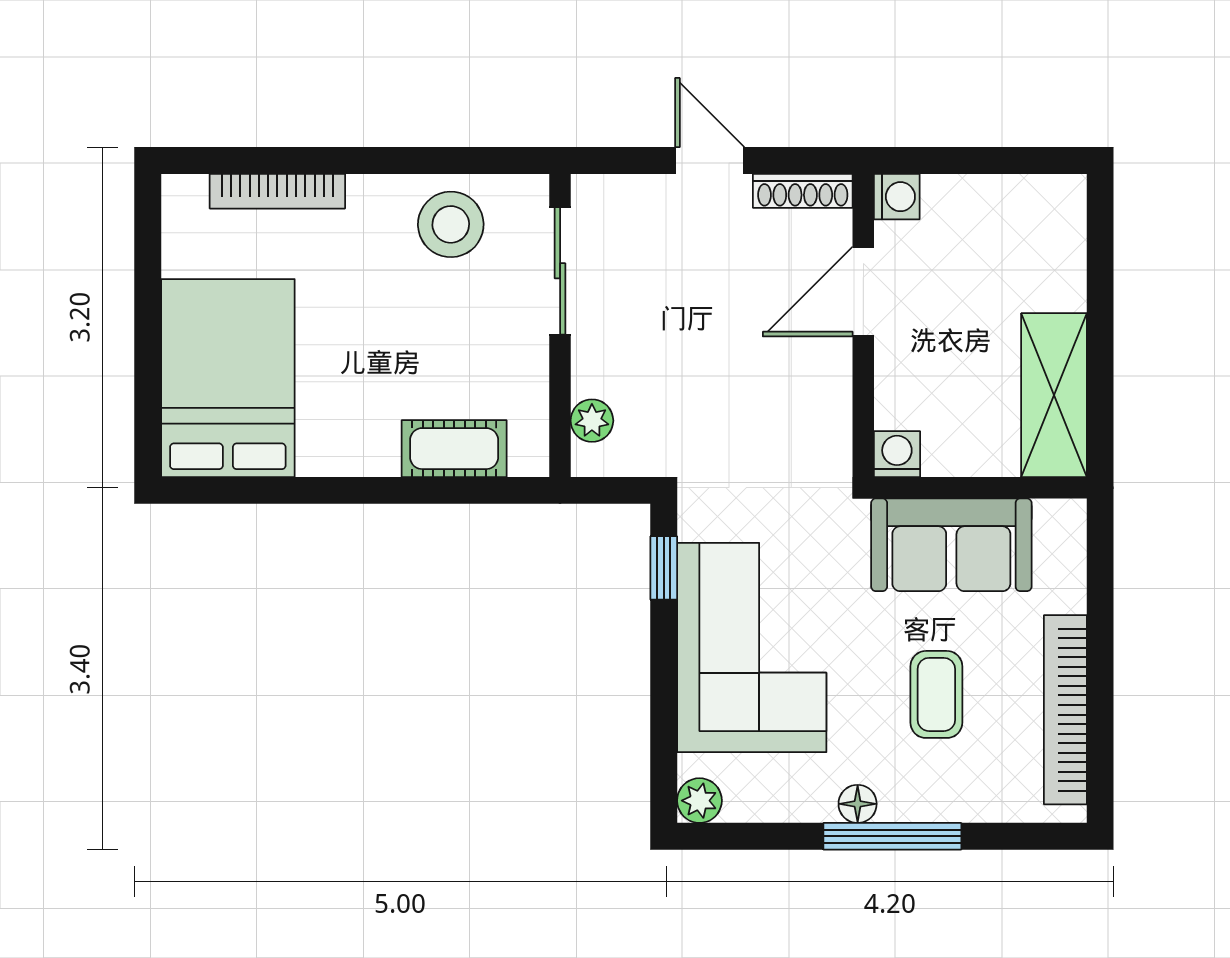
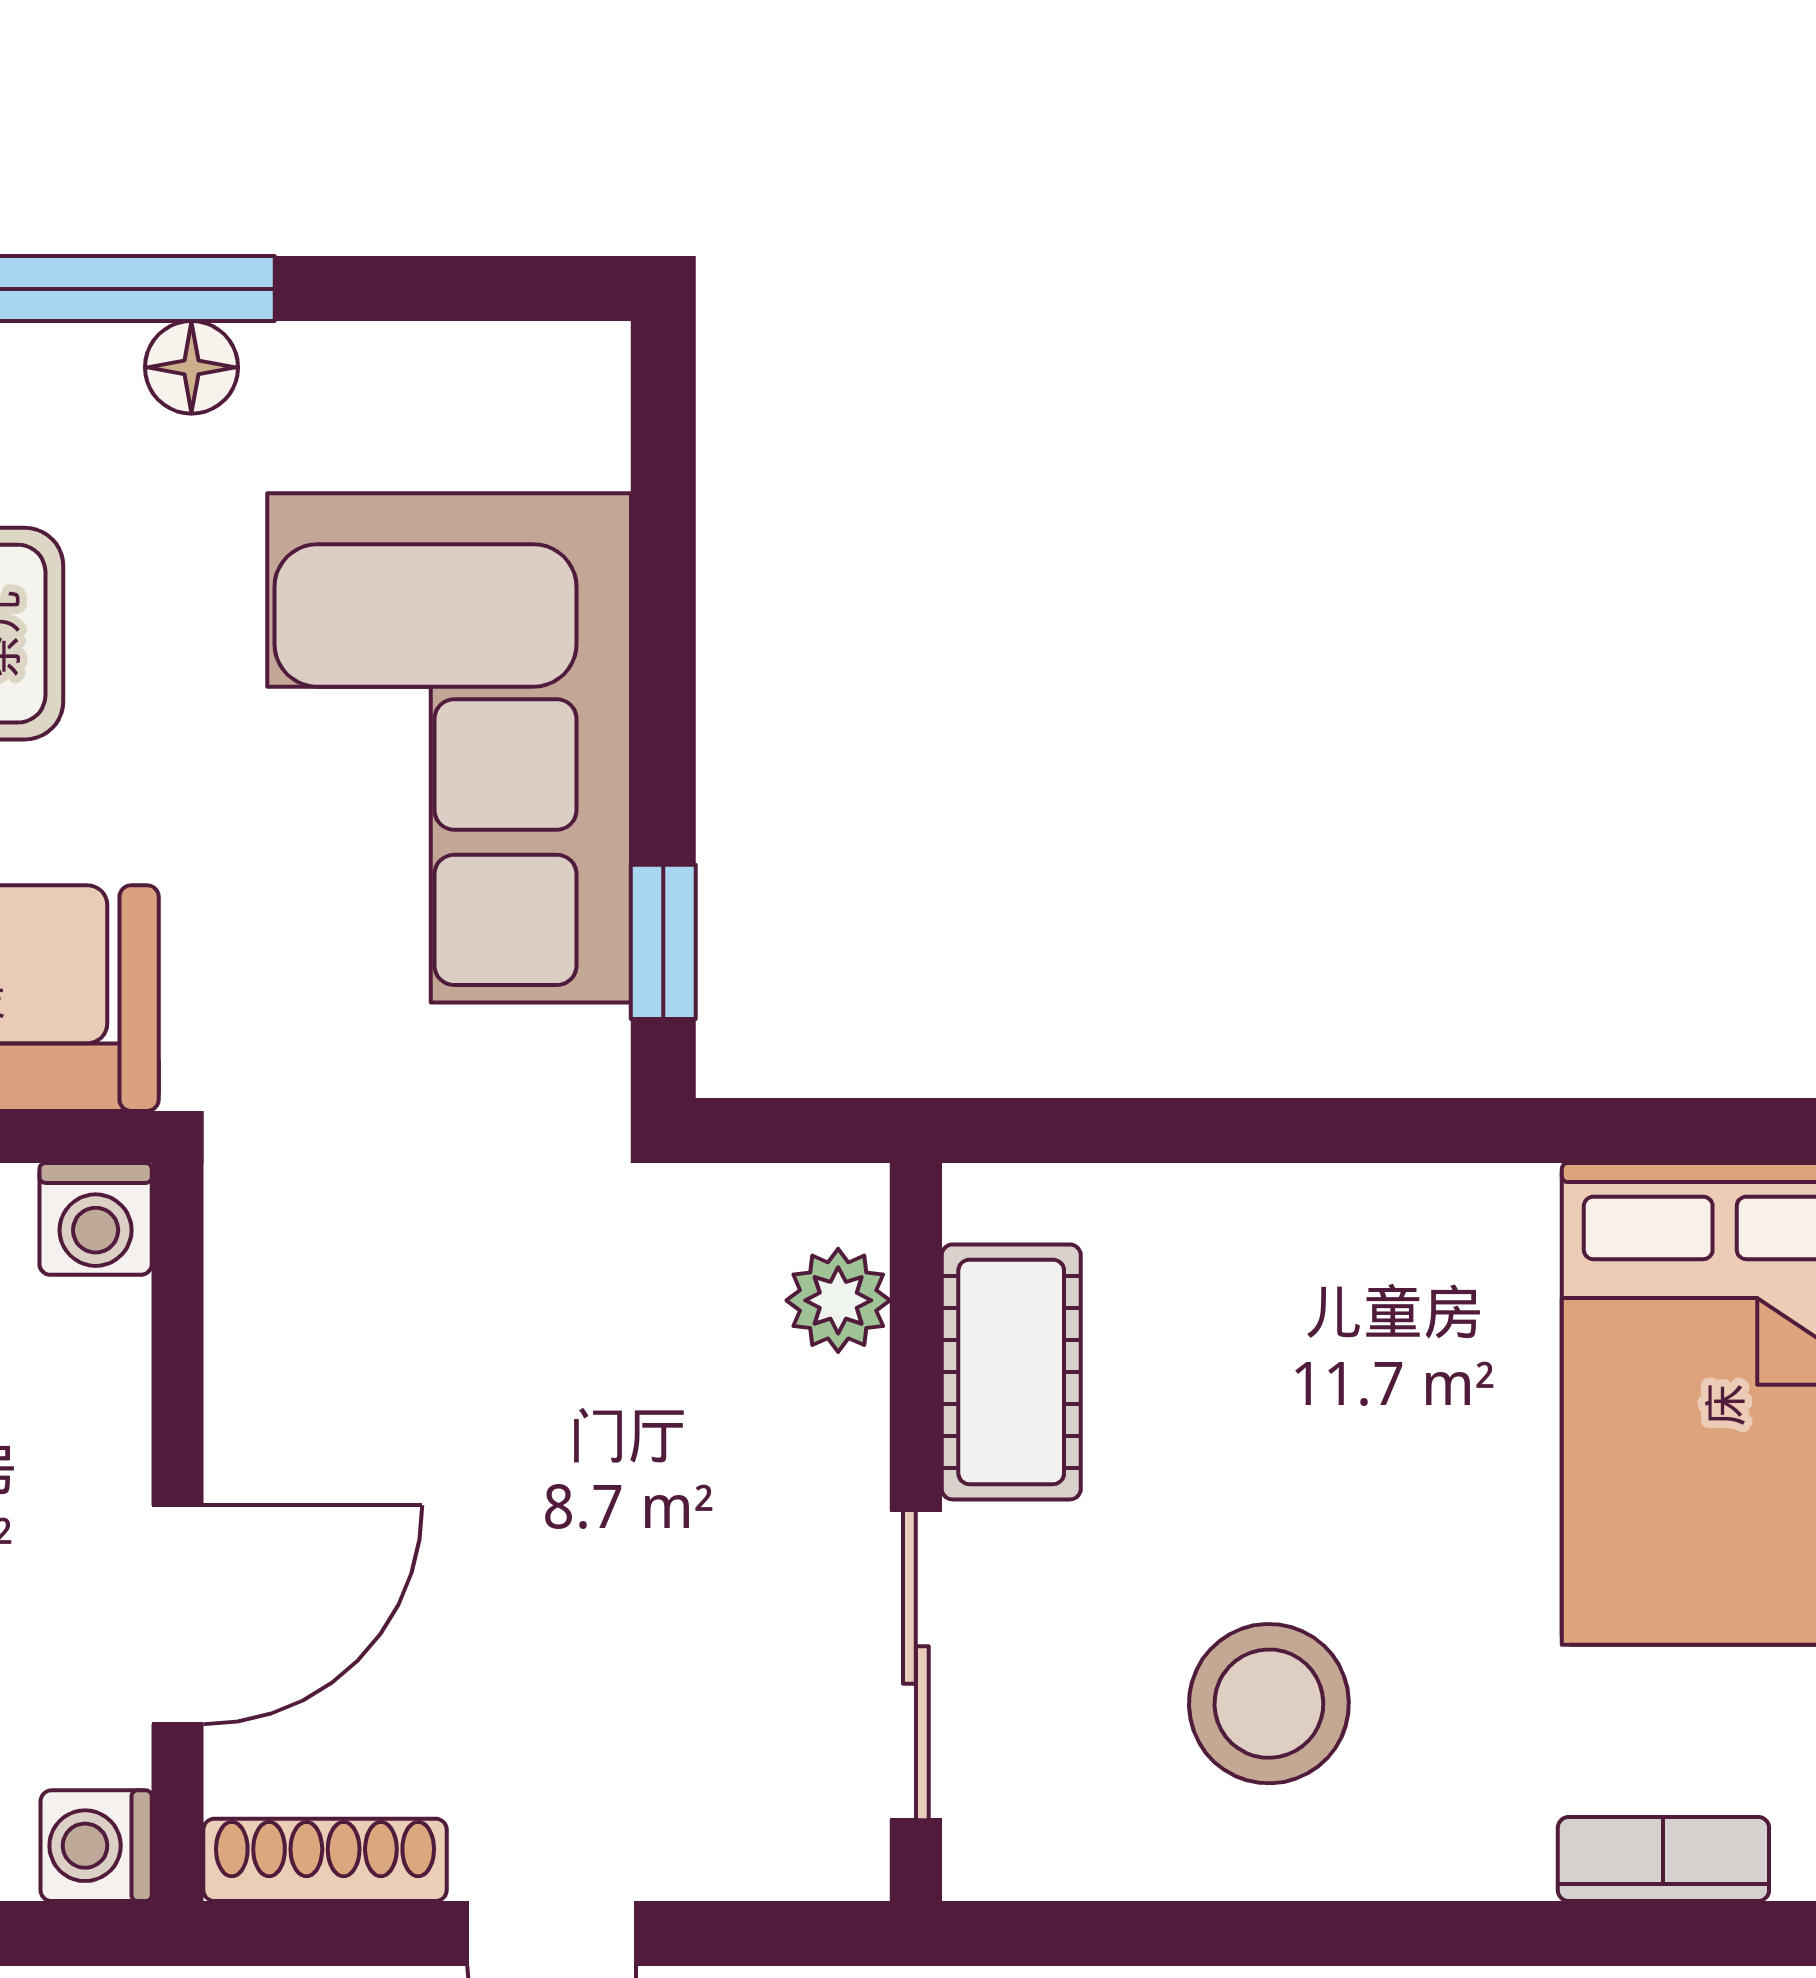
bookcase: (277, 191) -> (1663, 1859), width x0.64
stool: (451, 224) -> (1269, 1704), moved
cot: (454, 449) -> (1011, 1372), moved, turned 90
plant: (699, 801) -> (576, 375), removed

